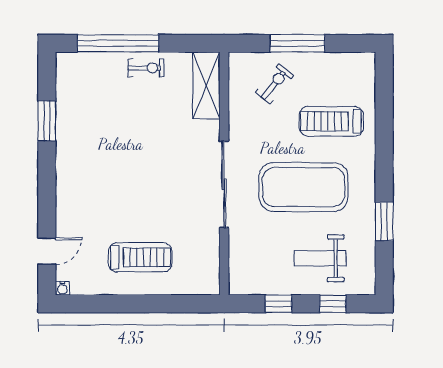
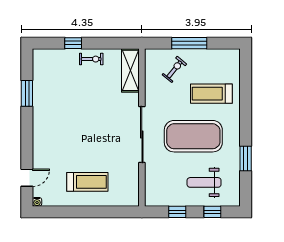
window: (118, 43) -> (73, 43), width x0.32

